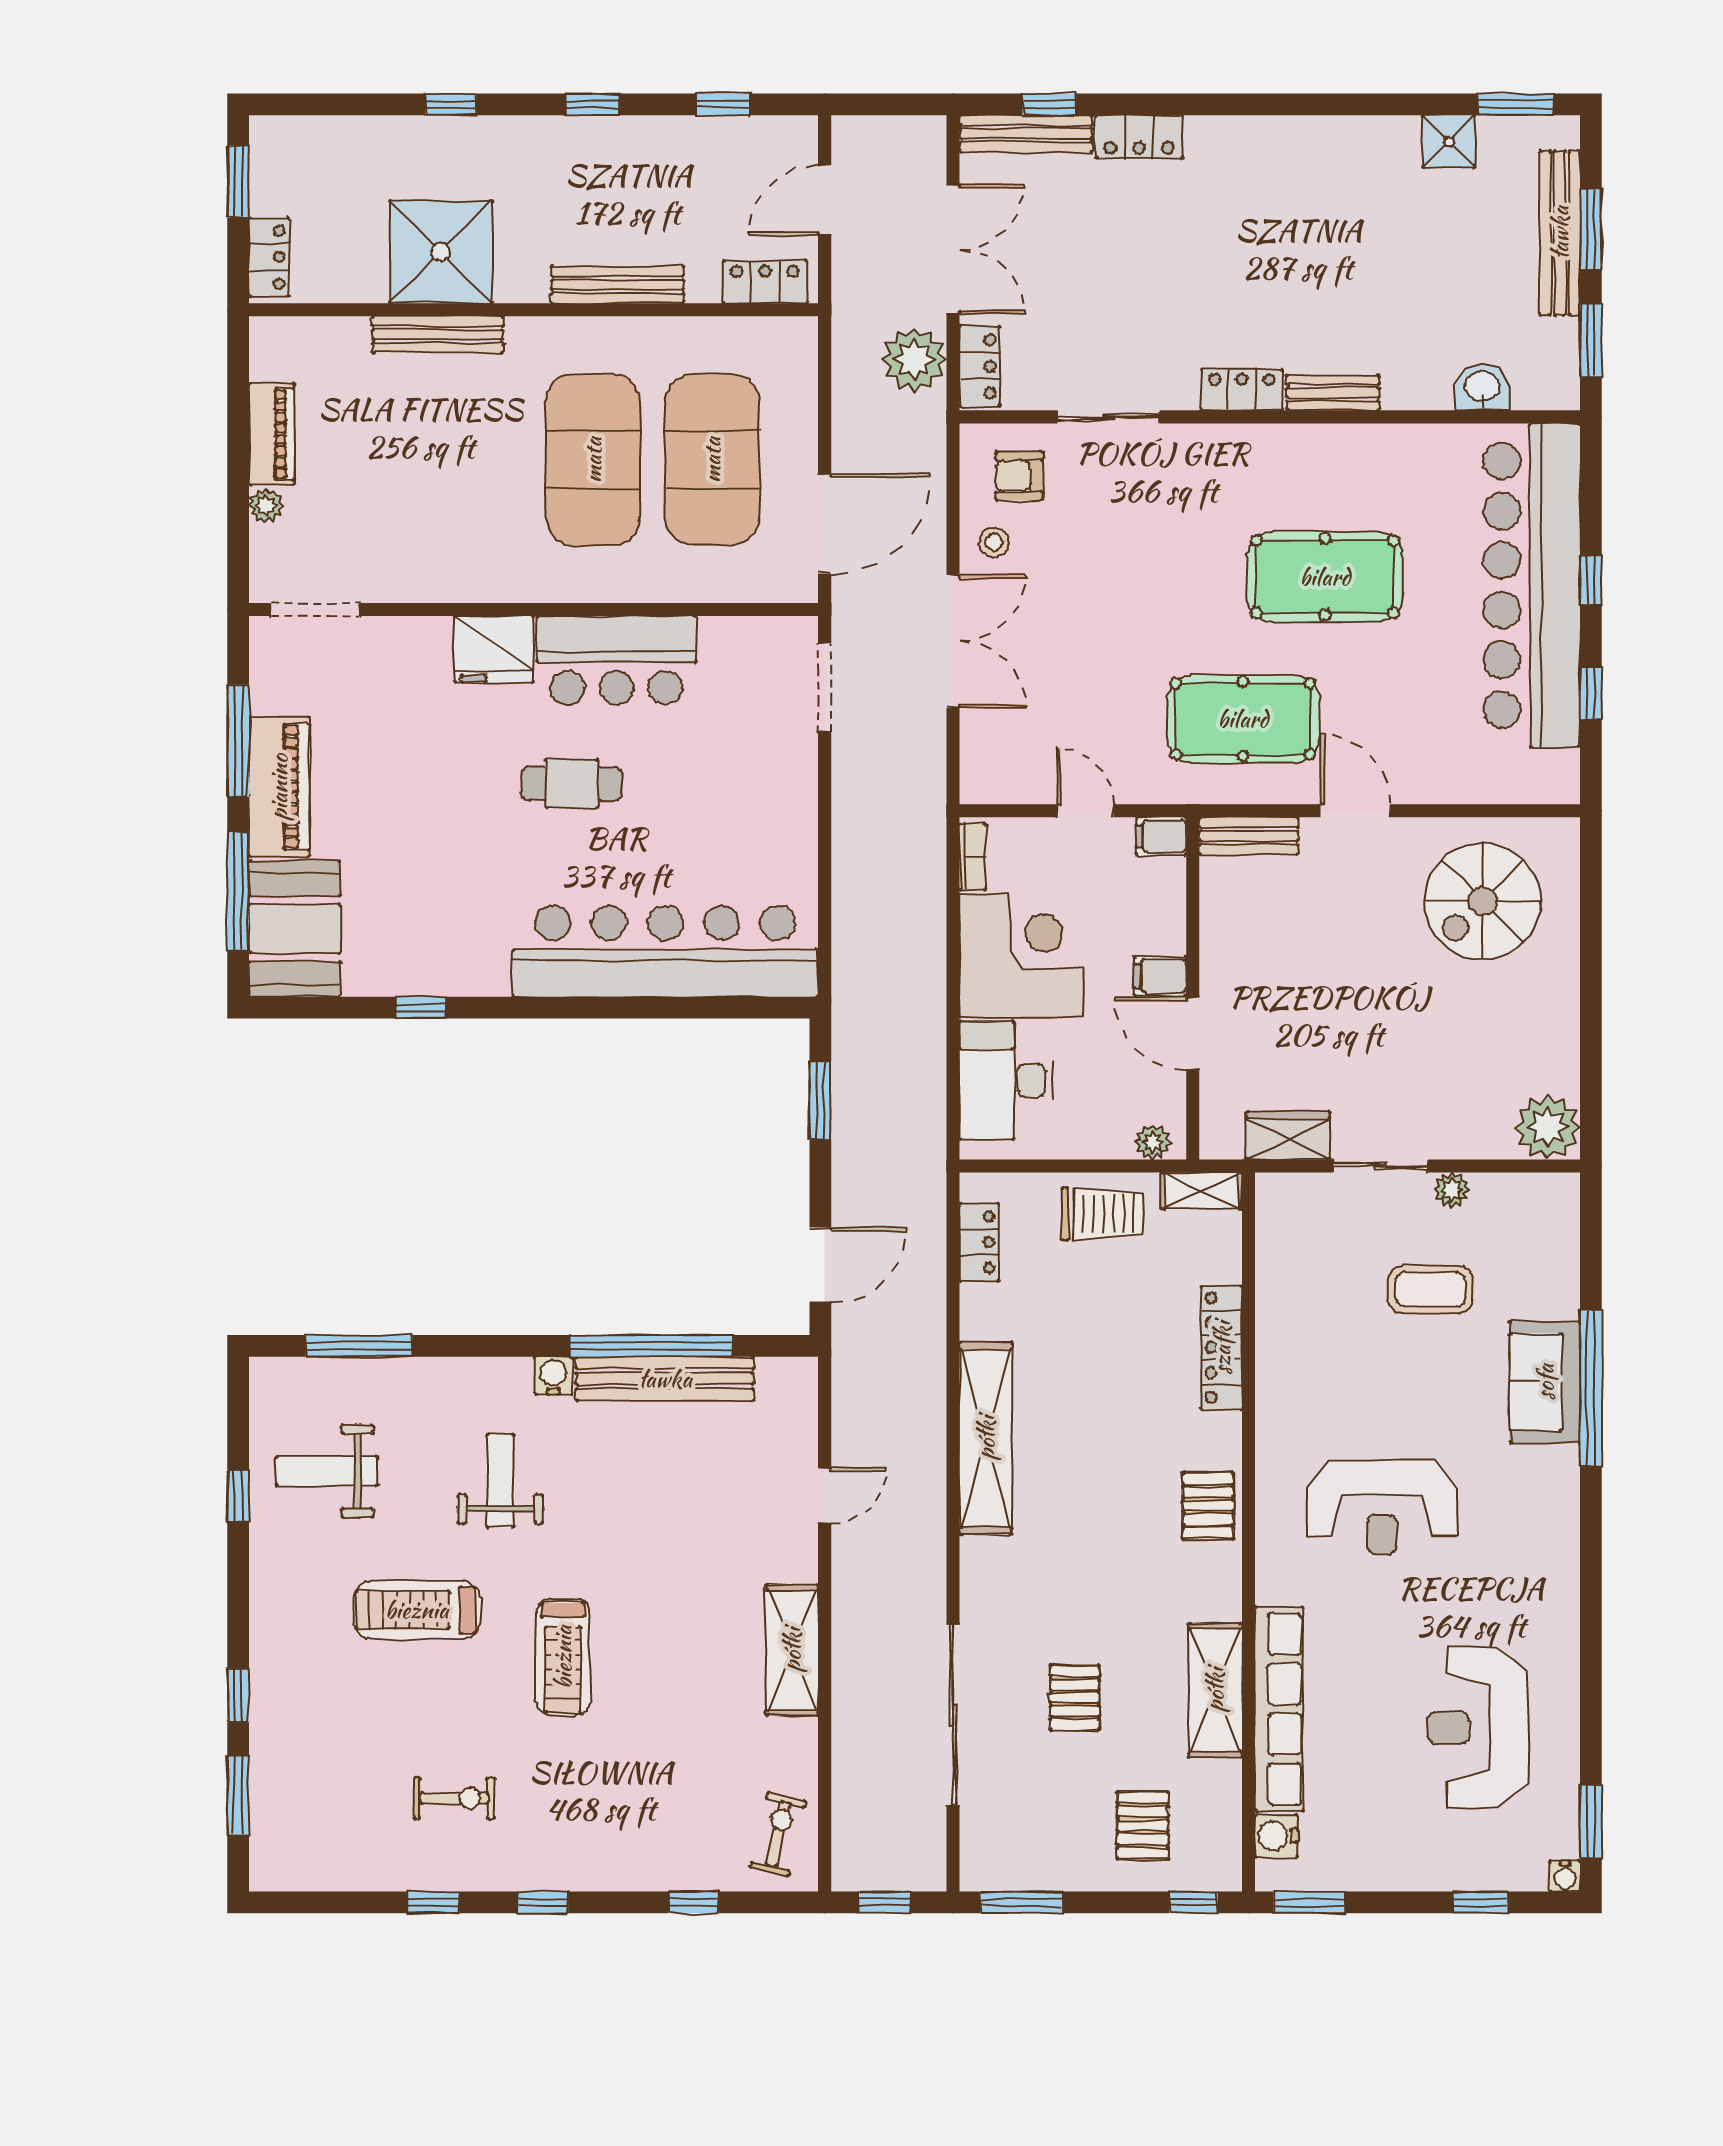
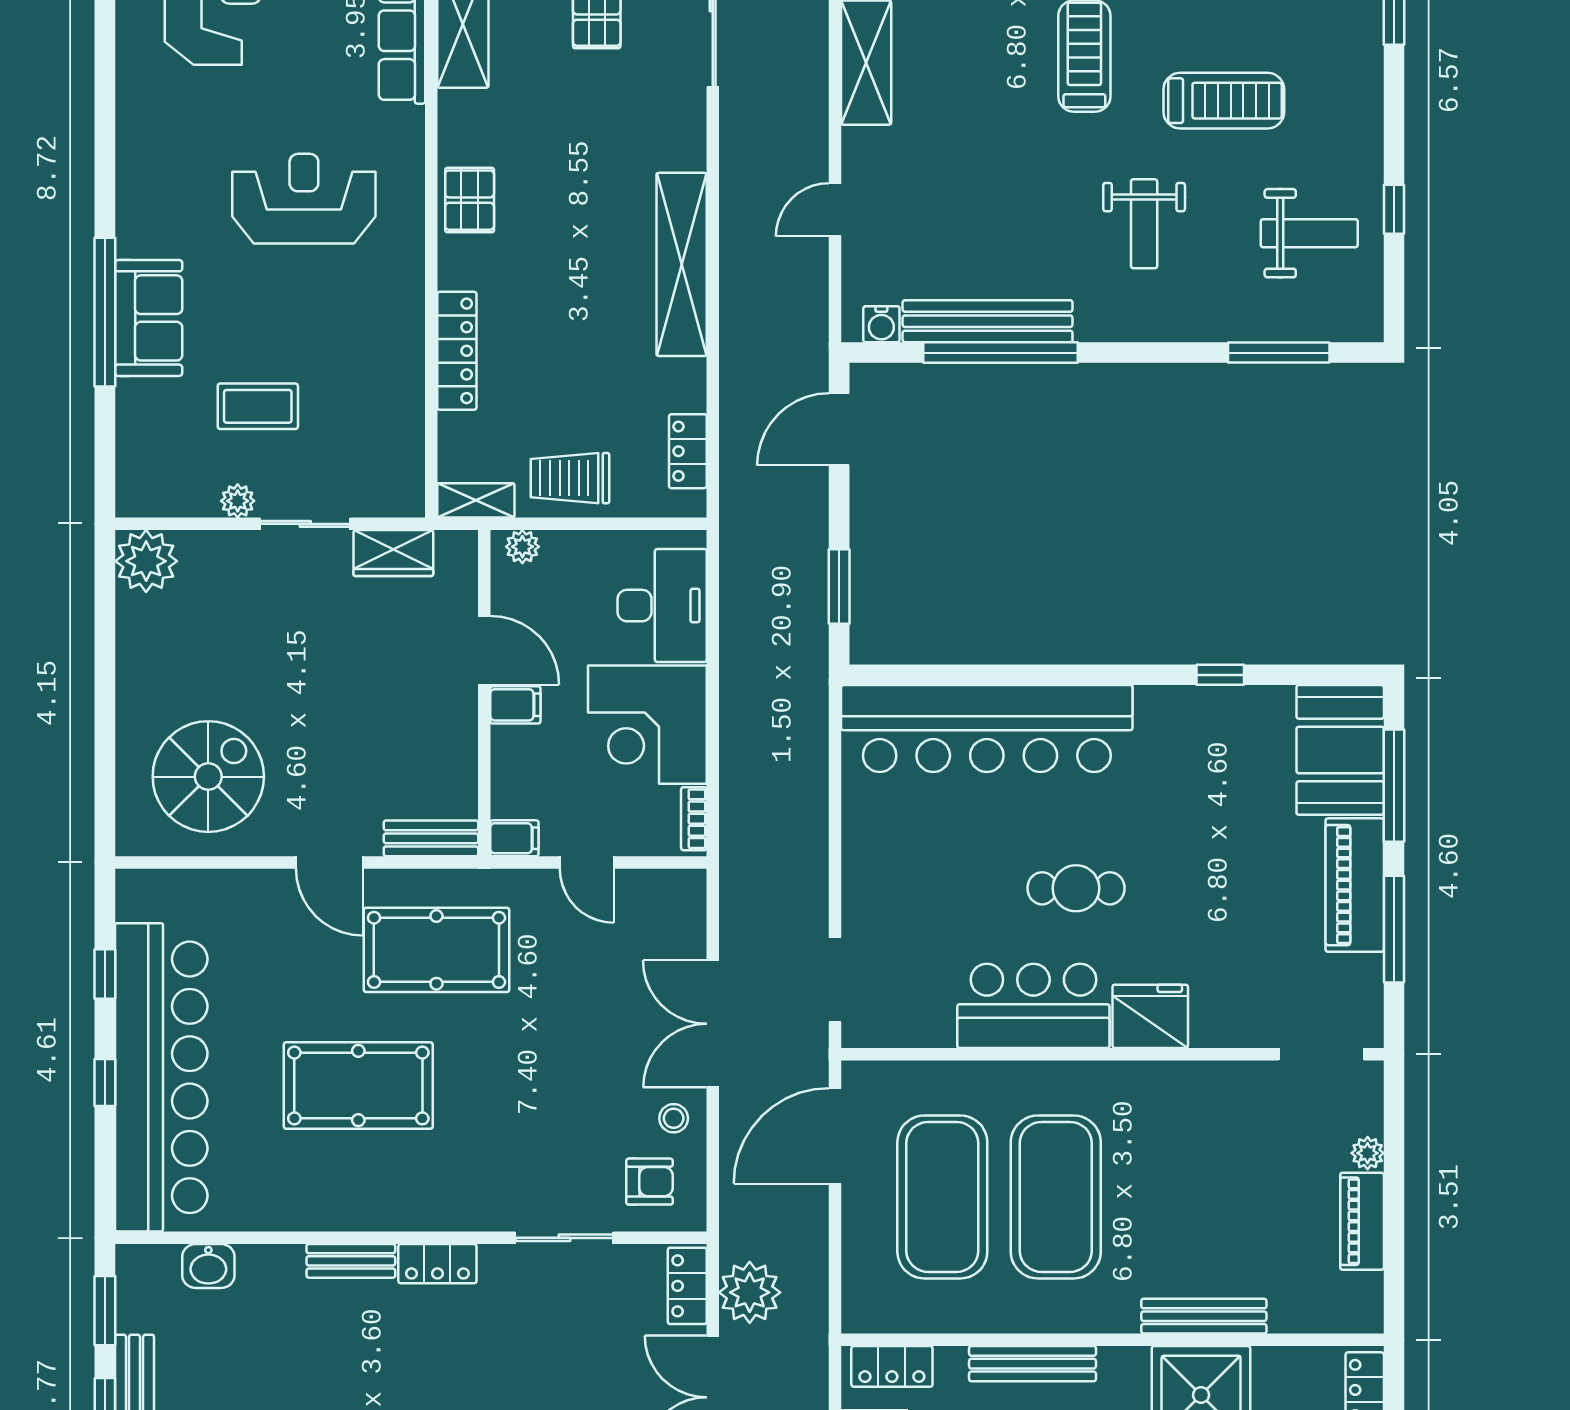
water cooler: (553, 1376) -> (881, 324), moved

